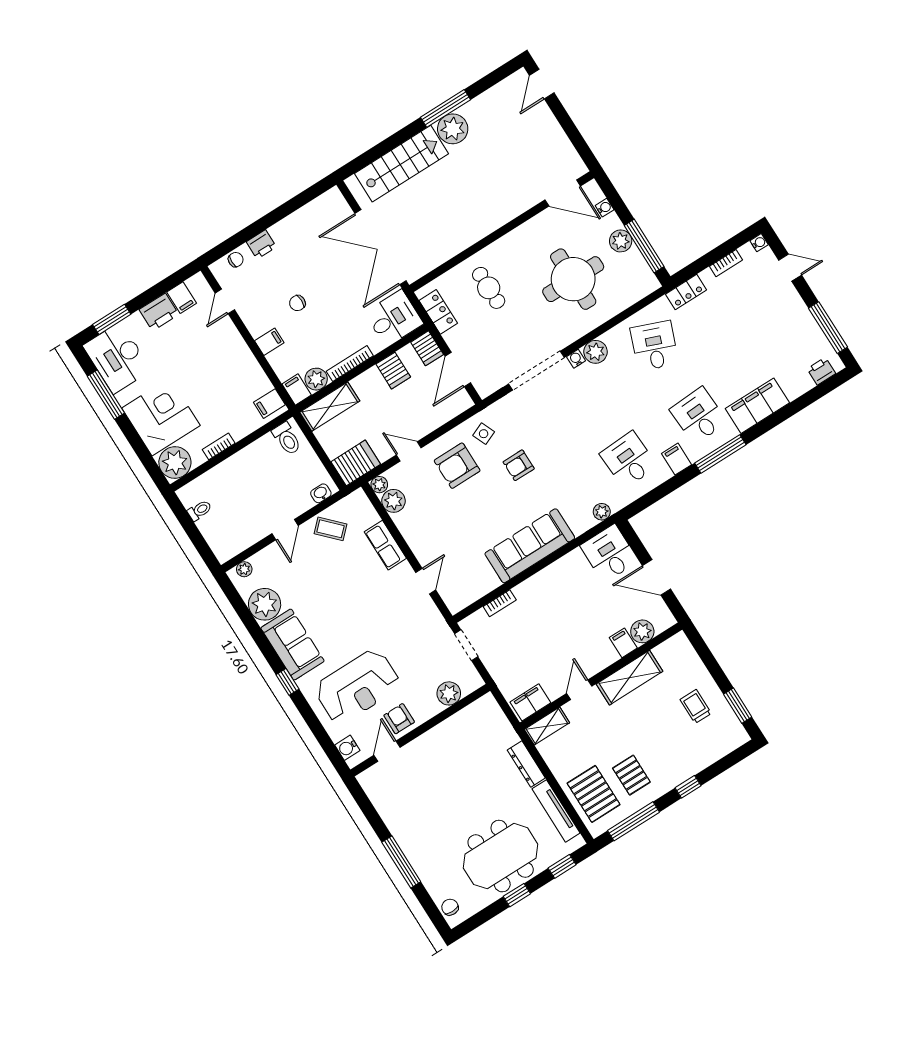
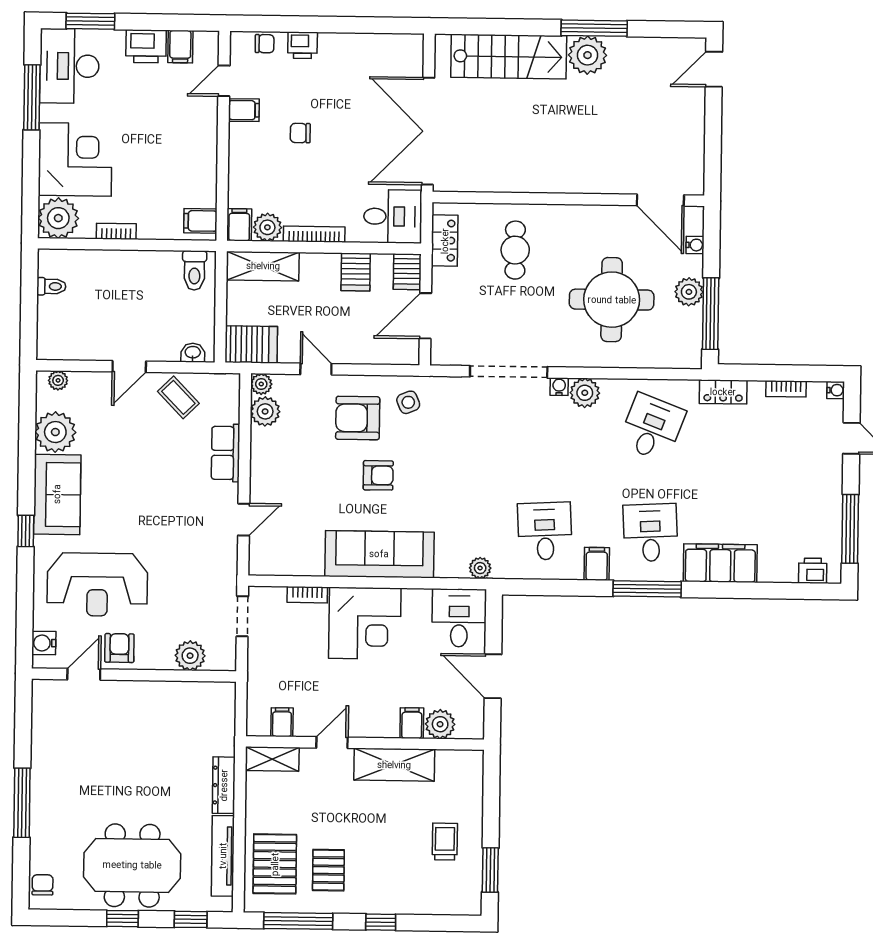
filing cabinet: (269, 342) -> (244, 110), moved
armchair: (519, 465) -> (378, 475), moved, turned 180
corner desk: (550, 597) -> (365, 623), added
filing cabinet: (530, 702) -> (282, 722), width x0.50

